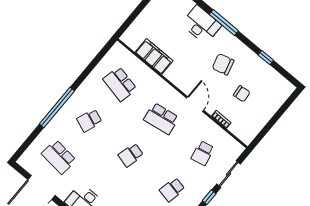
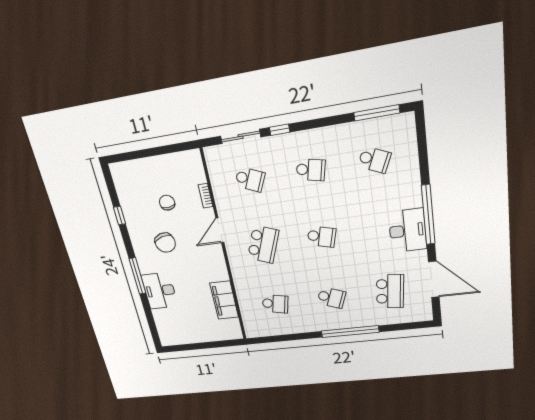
school desk: (120, 84) -> (275, 304), width x0.54
school desk: (161, 119) -> (263, 244), turned 30
school desk: (203, 153) -> (250, 179), turned 36

